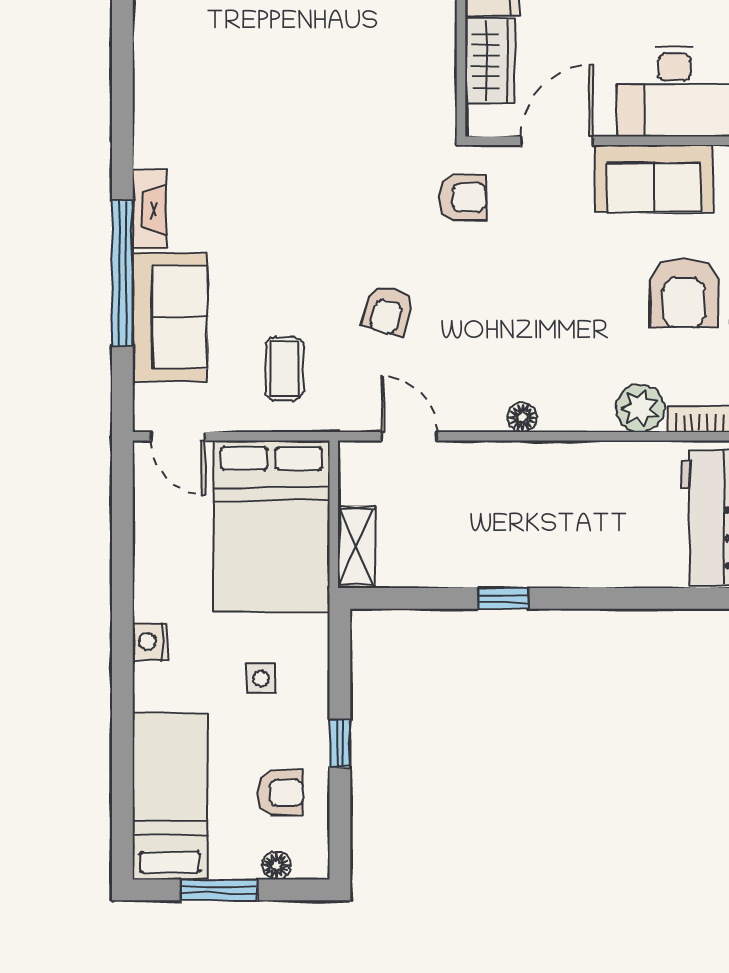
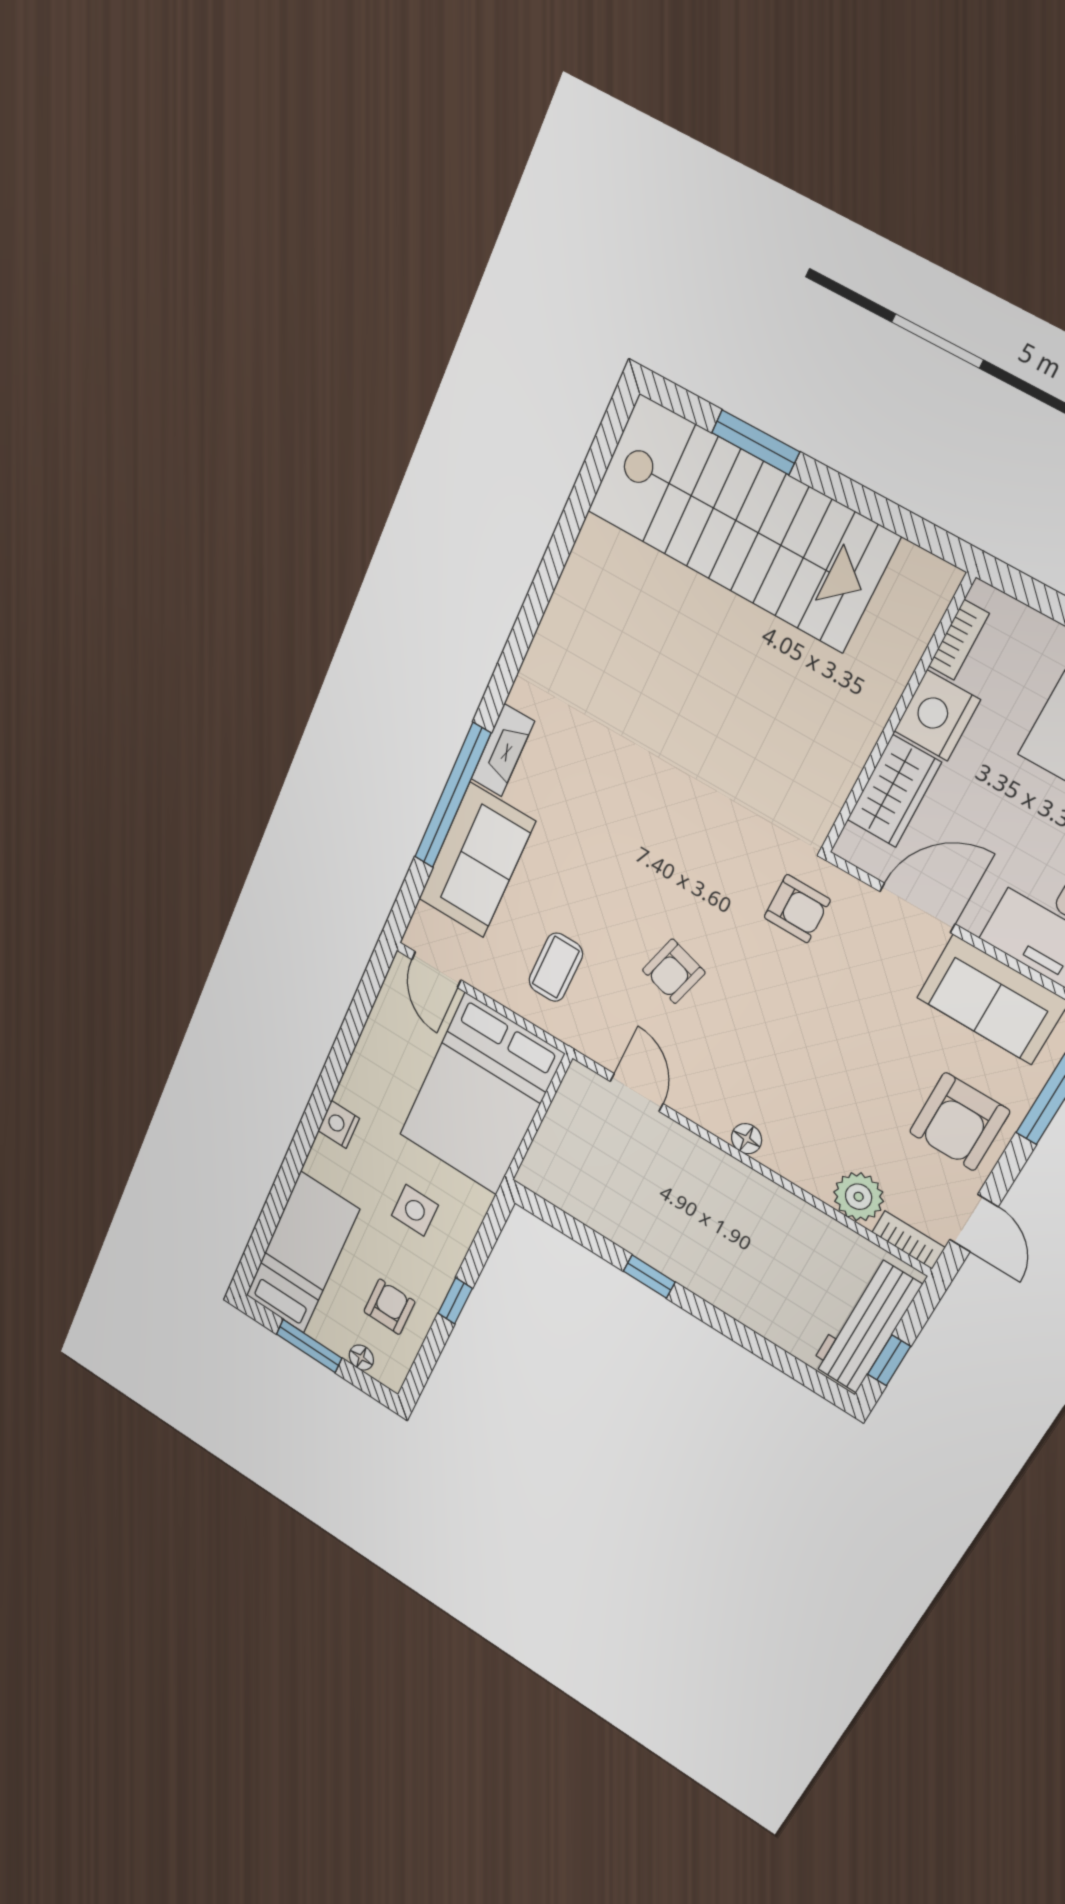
shelving: (356, 547) -> (545, 1156), removed
side table: (261, 678) -> (415, 1210), width x1.37, depth x1.37
armchair: (280, 793) -> (389, 1307), turned -90

